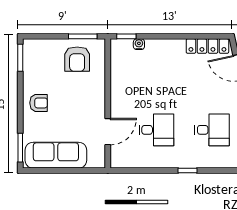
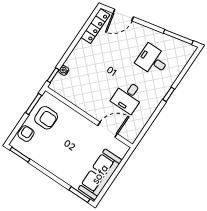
armchair: (39, 103) -> (26, 134), moved
desk: (156, 130) -> (128, 97), turned 180
desk: (212, 130) -> (153, 60), turned -90
door: (108, 132) -> (108, 130), hinge flipped

